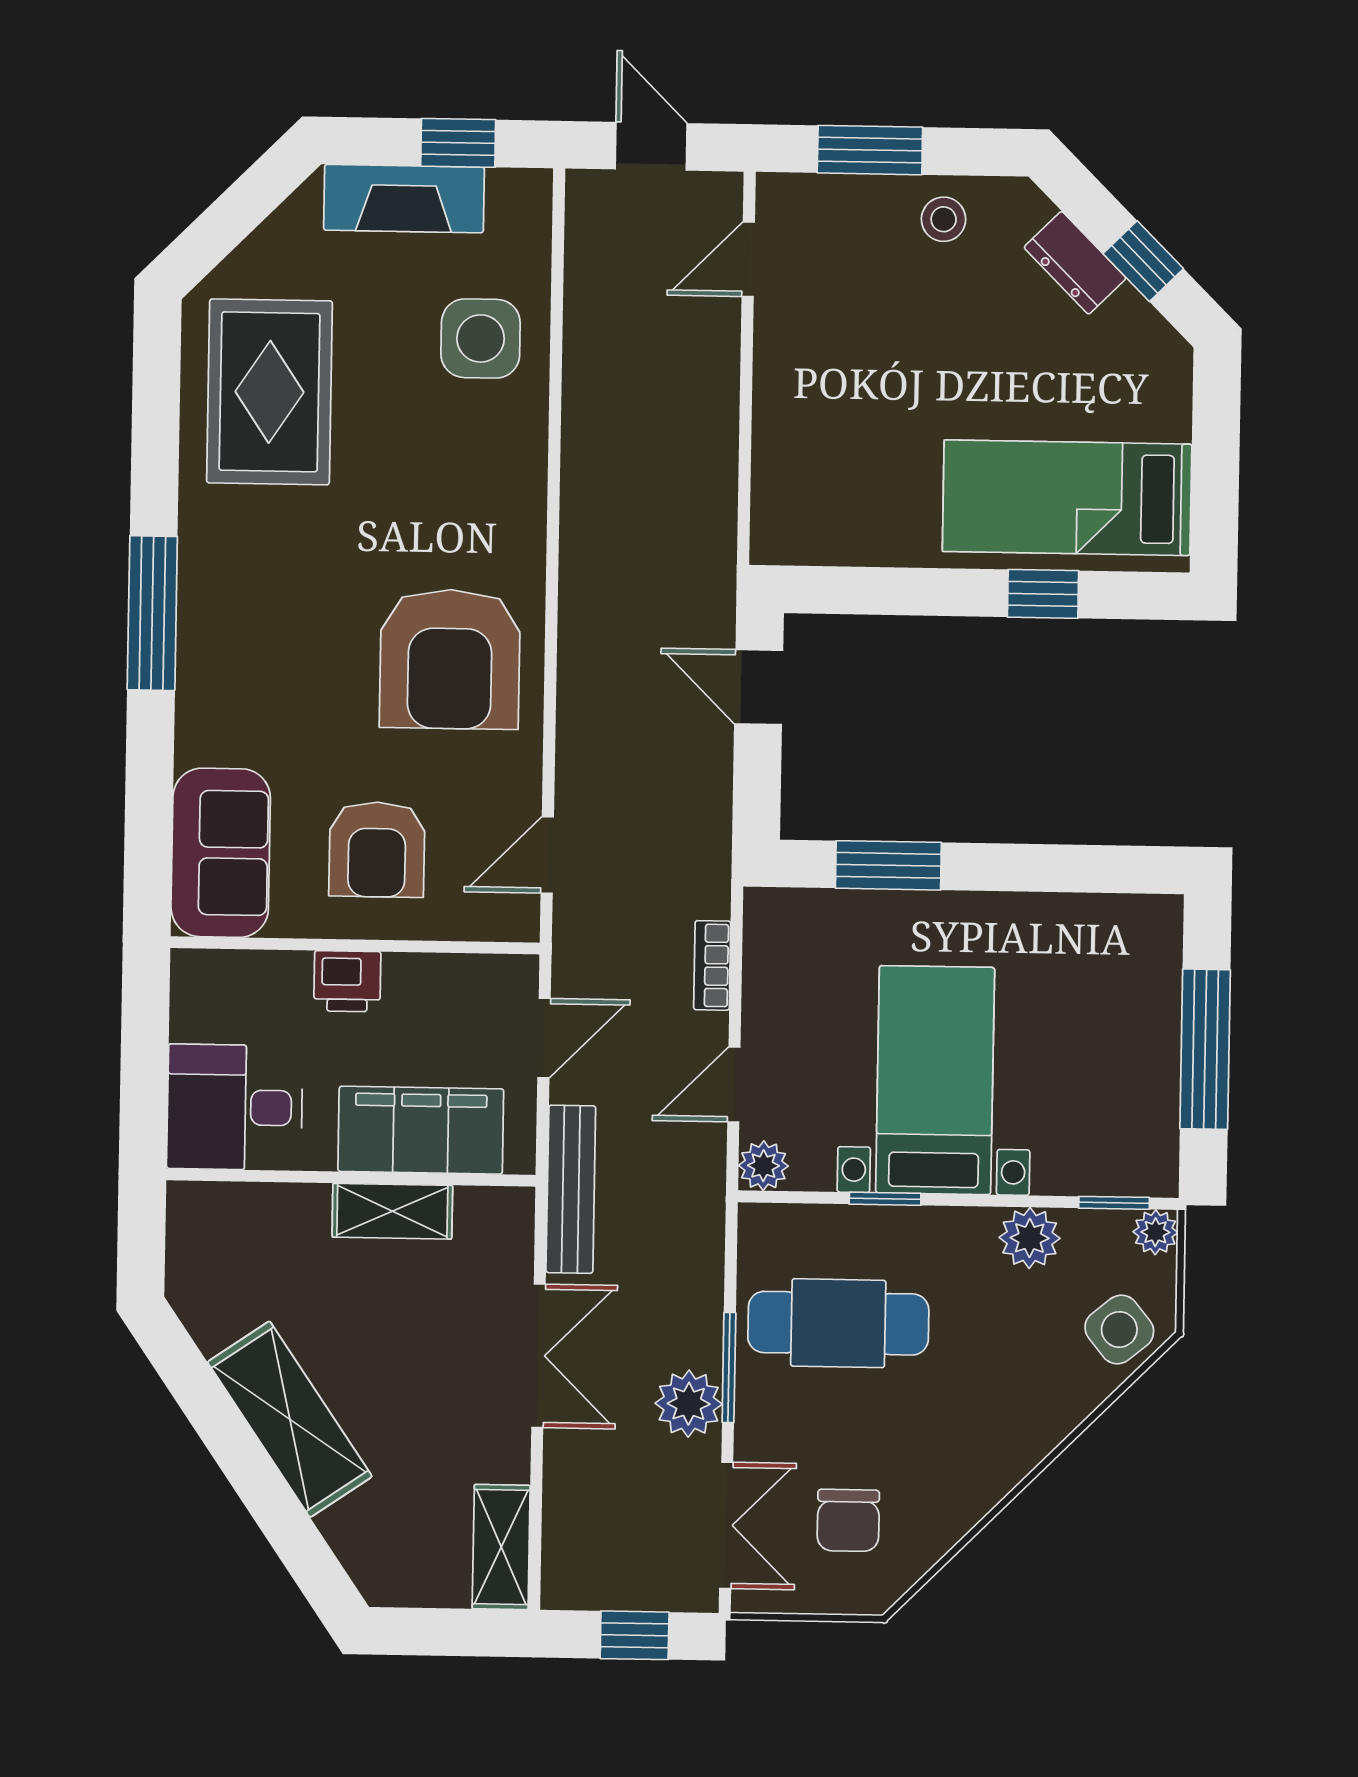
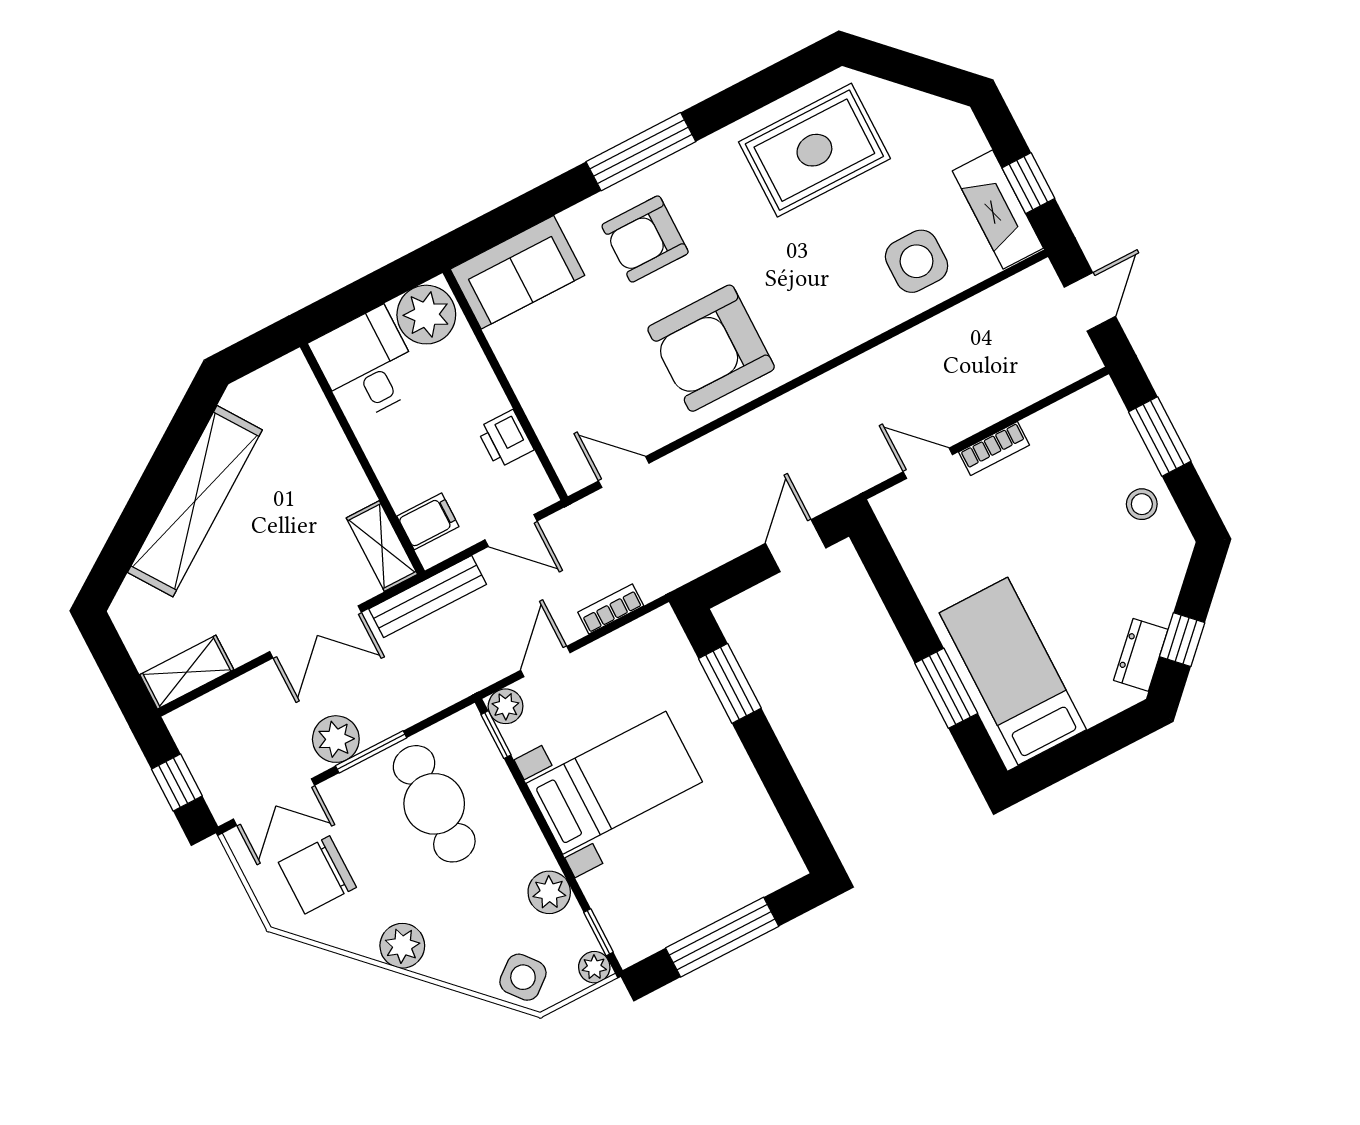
fireplace: (404, 199) -> (998, 209), moved
door: (748, 259) -> (928, 463), moved
dresser: (1075, 263) -> (1141, 655), moved
bookcase: (772, 369) -> (994, 449), added
window: (1043, 594) -> (946, 688), width x1.50
armchair: (377, 849) -> (645, 239), moved
printer: (347, 981) -> (505, 439), moved
plant: (212, 997) -> (426, 315), added
door: (734, 1084) -> (545, 661), hinge flipped
filing cabinet: (421, 1130) -> (428, 521), width x0.33, depth x0.86
window: (885, 1199) -> (496, 735), moved
shelving: (392, 1211) -> (382, 546), moved
shelving: (290, 1419) -> (195, 501), width x1.47
plant: (997, 1461) -> (402, 946), added
chair: (848, 1520) -> (317, 875), width x1.37, depth x1.37

